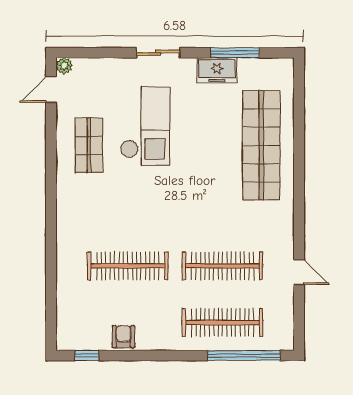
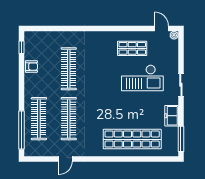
window: (235, 53) -> (181, 139), moved

